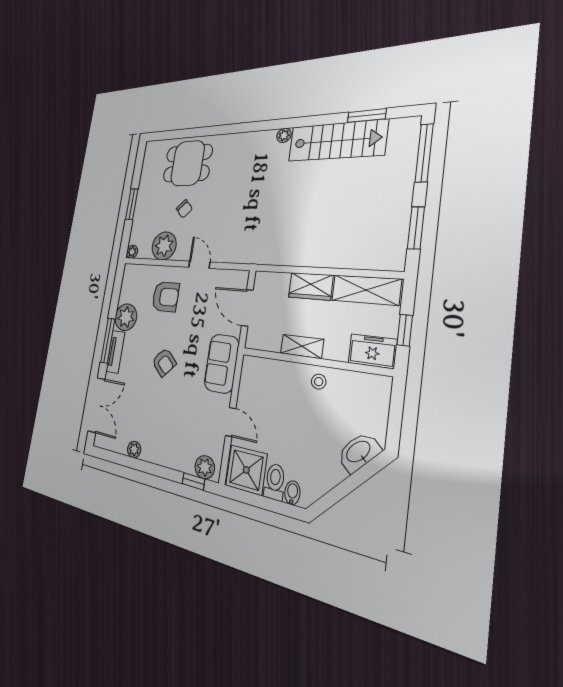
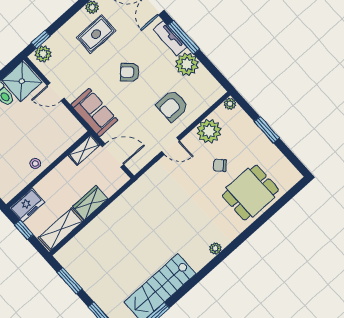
plant: (284, 135) -> (215, 248), moved
shelving: (302, 346) -> (84, 150), moved
rug: (153, 425) -> (96, 34), added

